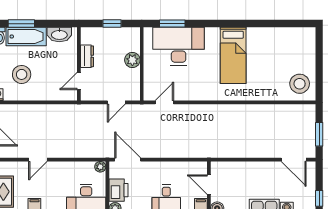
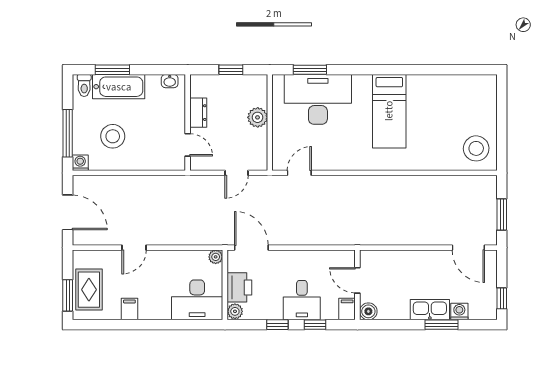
washbasin: (59, 35) -> (170, 81), width x0.52, depth x0.69
door: (79, 81) -> (188, 145), swing flipped

